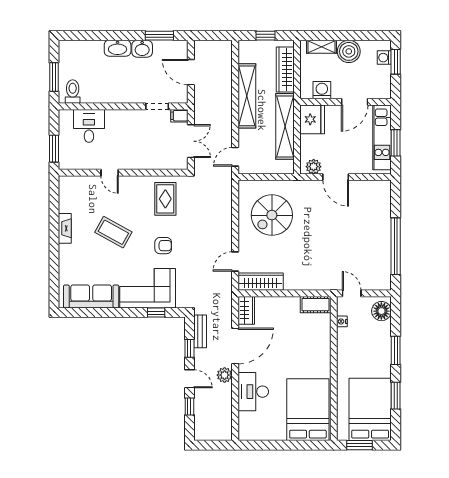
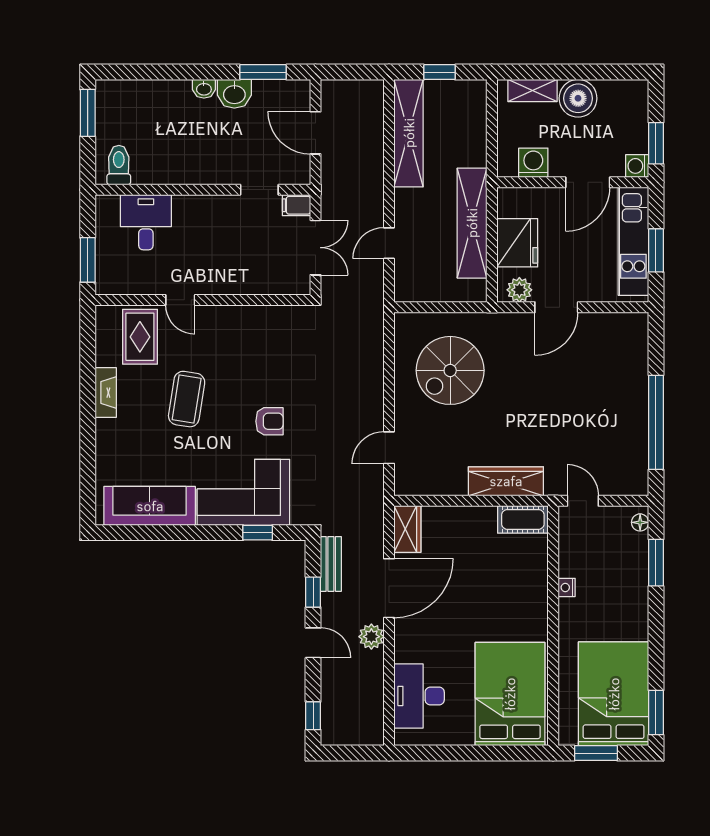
washbasin: (118, 48) -> (204, 89), width x0.52, depth x0.69
washing machine: (384, 58) -> (637, 166), moved
window: (396, 62) -> (656, 143), moved
wardrobe: (285, 70) -> (472, 129), removed
window: (54, 77) -> (88, 113), moved
shelving: (247, 96) -> (409, 133), moved
fridge: (312, 119) -> (517, 243), moved
door: (235, 157) -> (389, 243), moved
door: (336, 177) -> (556, 307), hinge flipped
rug: (165, 199) -> (140, 337), moved
coffee table: (113, 232) -> (187, 399), turned 70
wardrobe: (261, 282) -> (506, 481), moved
floor lamp: (381, 311) -> (640, 522), width x0.53, depth x0.53
nightstand: (342, 321) -> (567, 587), moved
window: (396, 350) -> (656, 563), moved
desk: (253, 392) -> (419, 696), moved
window: (396, 396) -> (656, 713), moved
window: (189, 406) -> (313, 716), moved

